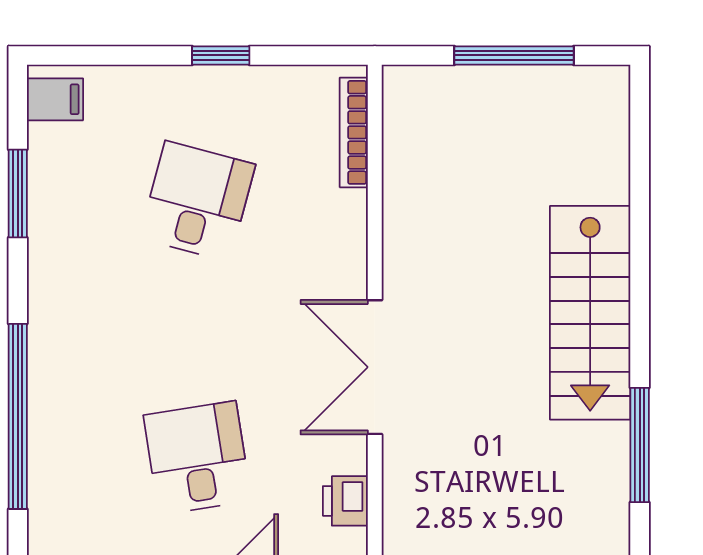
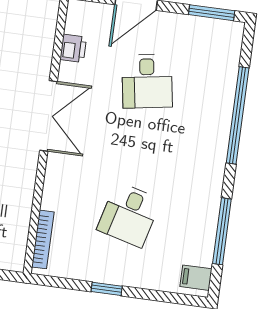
window: (18, 194) -> (222, 231), width x1.44

